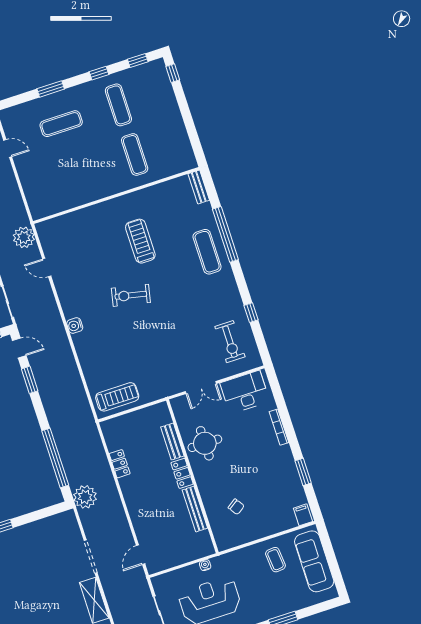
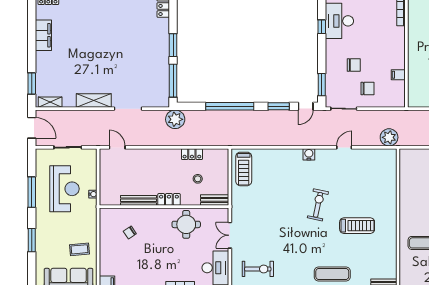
door: (47, 268) -> (344, 147), moved
exercise bike: (230, 342) -> (258, 269), turned 180
bench: (172, 442) -> (215, 200), moved
stool: (147, 447) -> (198, 179), added
window: (55, 458) -> (230, 106), moved
window: (40, 514) -> (173, 81), added

